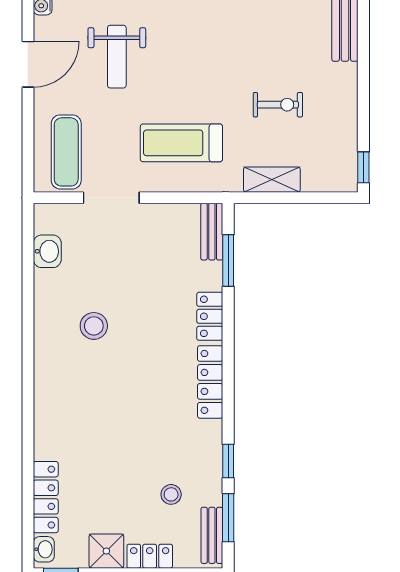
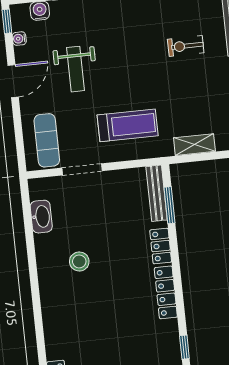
exercise bike: (278, 105) -> (186, 46), moved, turned 180
treadmill: (181, 143) -> (128, 125), turned 180
bench: (212, 232) -> (157, 193), width x1.36
washbasin: (47, 251) -> (41, 217), width x1.38

